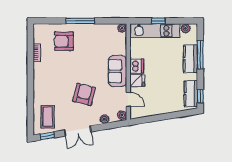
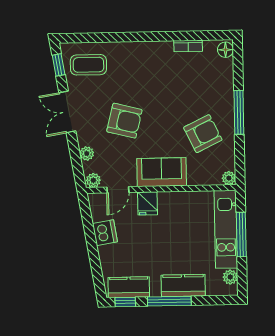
window: (158, 21) -> (241, 235), width x2.17
floor lamp: (40, 29) -> (225, 50), added
armchair: (64, 41) -> (203, 134), moved, turned 64
window: (200, 55) -> (169, 301), moved
dishwasher: (137, 66) -> (105, 233), moved, turned -99

